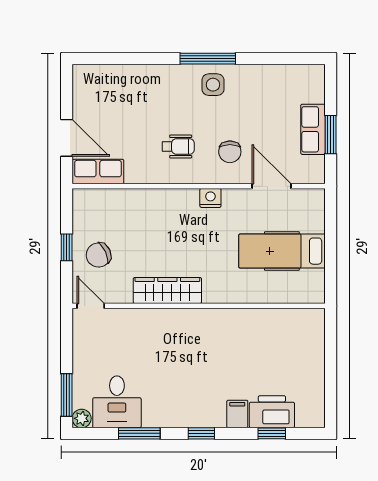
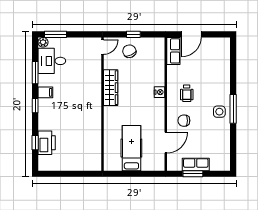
nightstand: (210, 198) -> (160, 92), moved
filing cabinet: (237, 414) -> (45, 92), moved

